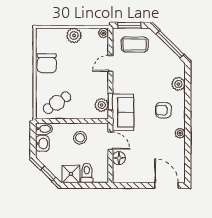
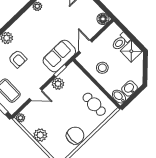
cafe table: (57, 103) -> (94, 104), turned 34
plant: (102, 105) -> (58, 84), moved
armchair: (163, 110) -> (18, 59), moved
floor lamp: (119, 158) -> (103, 19), moved
window: (48, 174) -> (145, 66), removed

